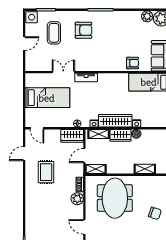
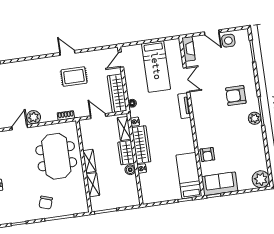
plant: (147, 16) -> (255, 118), moved
side table: (32, 17) -> (228, 41), moved
armchair: (84, 30) -> (236, 96), turned 90
coffee table: (54, 33) -> (228, 63), removed
fireplace: (36, 66) -> (188, 49), added
wardrobe: (72, 136) -> (117, 93), width x1.50
door: (24, 154) -> (67, 53), moved
shelving: (96, 169) -> (89, 161), moved
meeting table: (115, 198) -> (56, 156), turned 90
plant: (77, 199) -> (34, 117), moved

